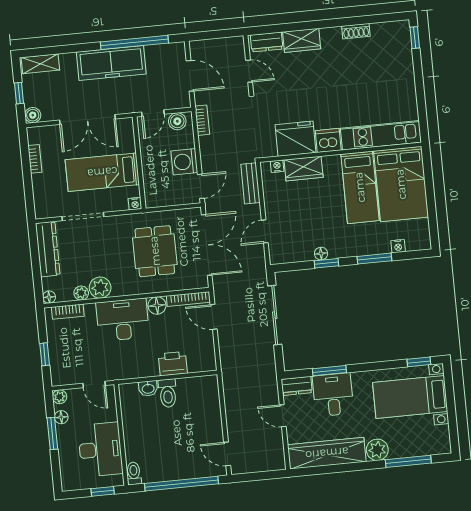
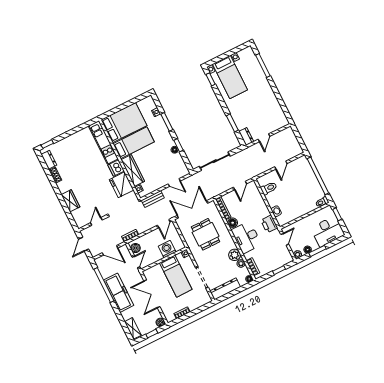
door: (218, 34) -> (84, 244), added
dresser: (267, 42) -> (49, 160), moved
door: (190, 76) -> (110, 250), swing flipped
door: (153, 113) -> (136, 262), hinge flipped
double door: (87, 119) -> (152, 294), swing flipped
washing machine: (184, 162) -> (167, 249), moved, turned 180
wardrobe: (304, 169) -> (133, 171), width x1.50
door: (201, 186) -> (164, 224), swing flipped
dining table: (155, 251) -> (206, 234), turned 90
door: (214, 317) -> (240, 186), moved
printer: (173, 364) -> (269, 224), moved
toilet: (168, 393) -> (269, 188), moved
desk: (333, 395) -> (244, 116), removed
desk: (100, 450) -> (328, 231), moved, turned 180
plant: (377, 450) -> (263, 83), removed
wardrobe: (327, 453) -> (275, 108), removed
door: (227, 454) -> (281, 165), moved

